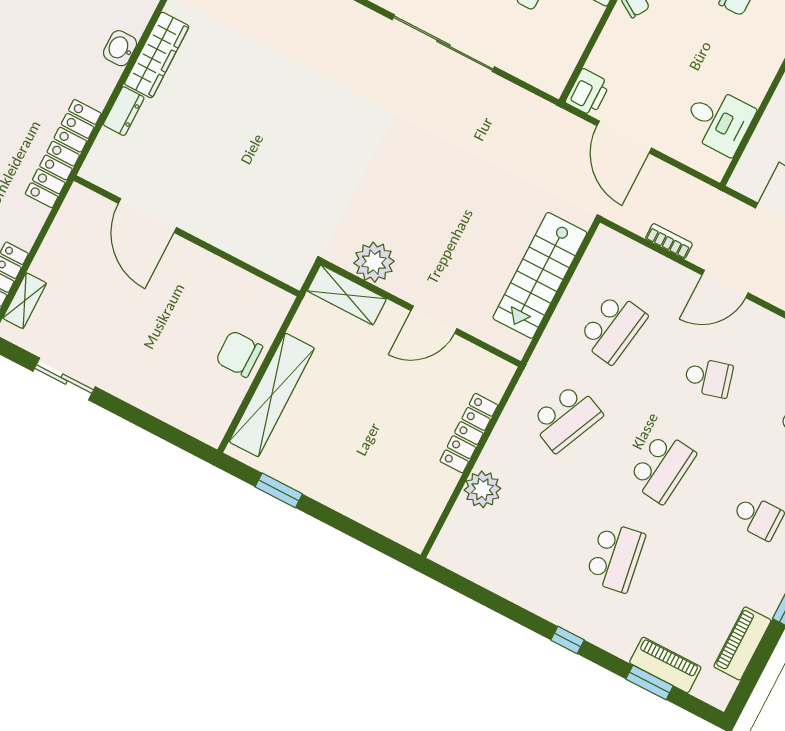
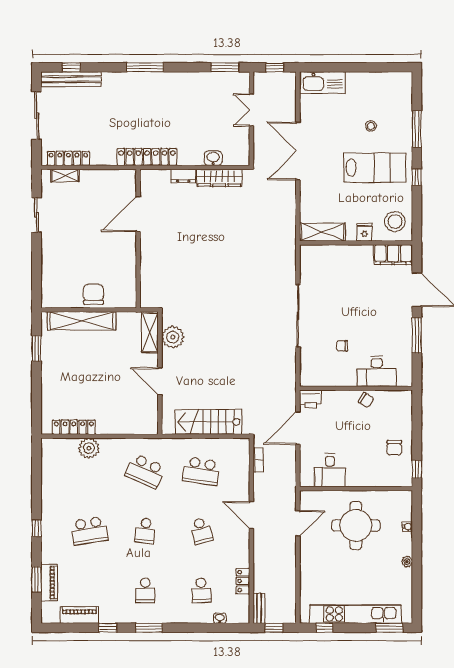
bookcase: (669, 241) -> (258, 460), moved
locker: (469, 433) -> (74, 427), moved
school desk: (662, 467) -> (145, 531), width x0.54

